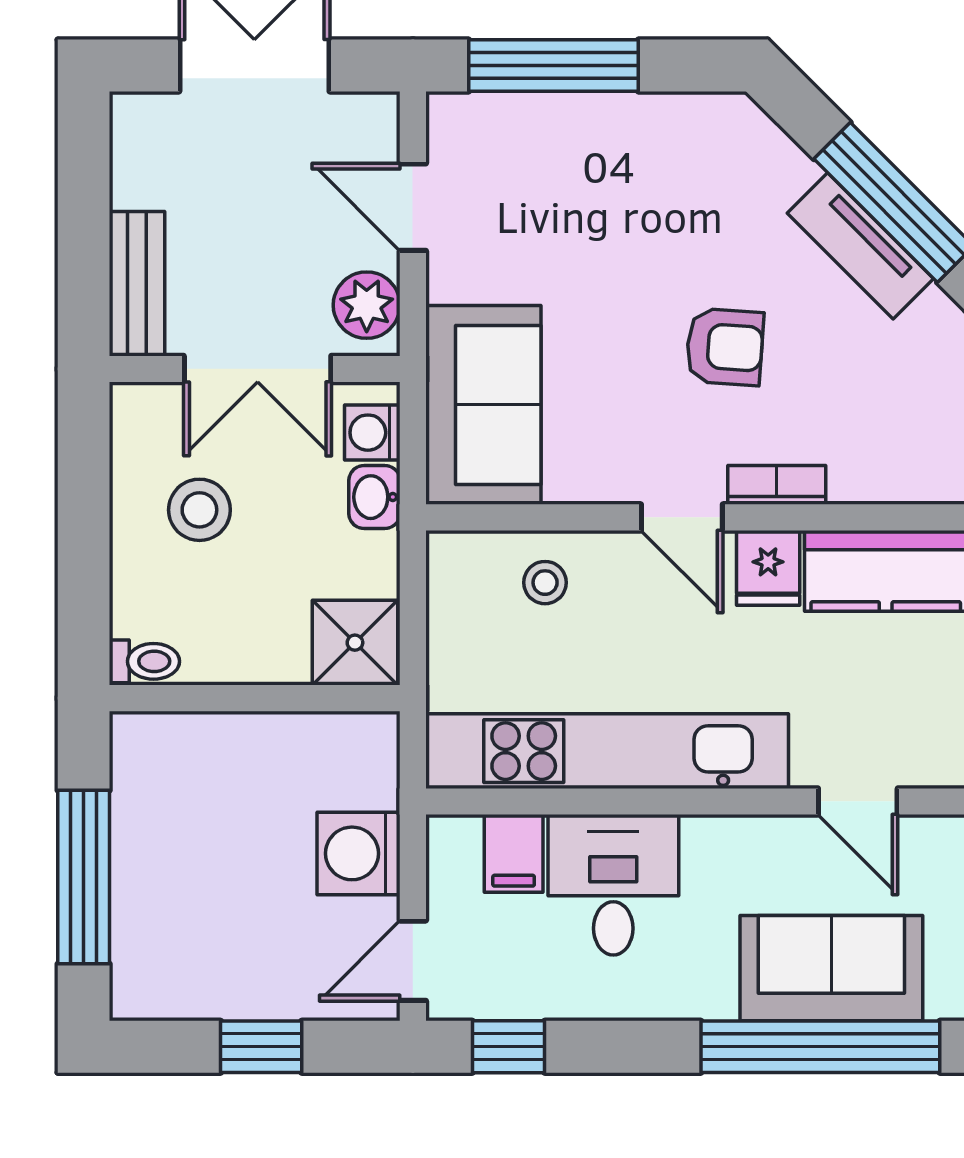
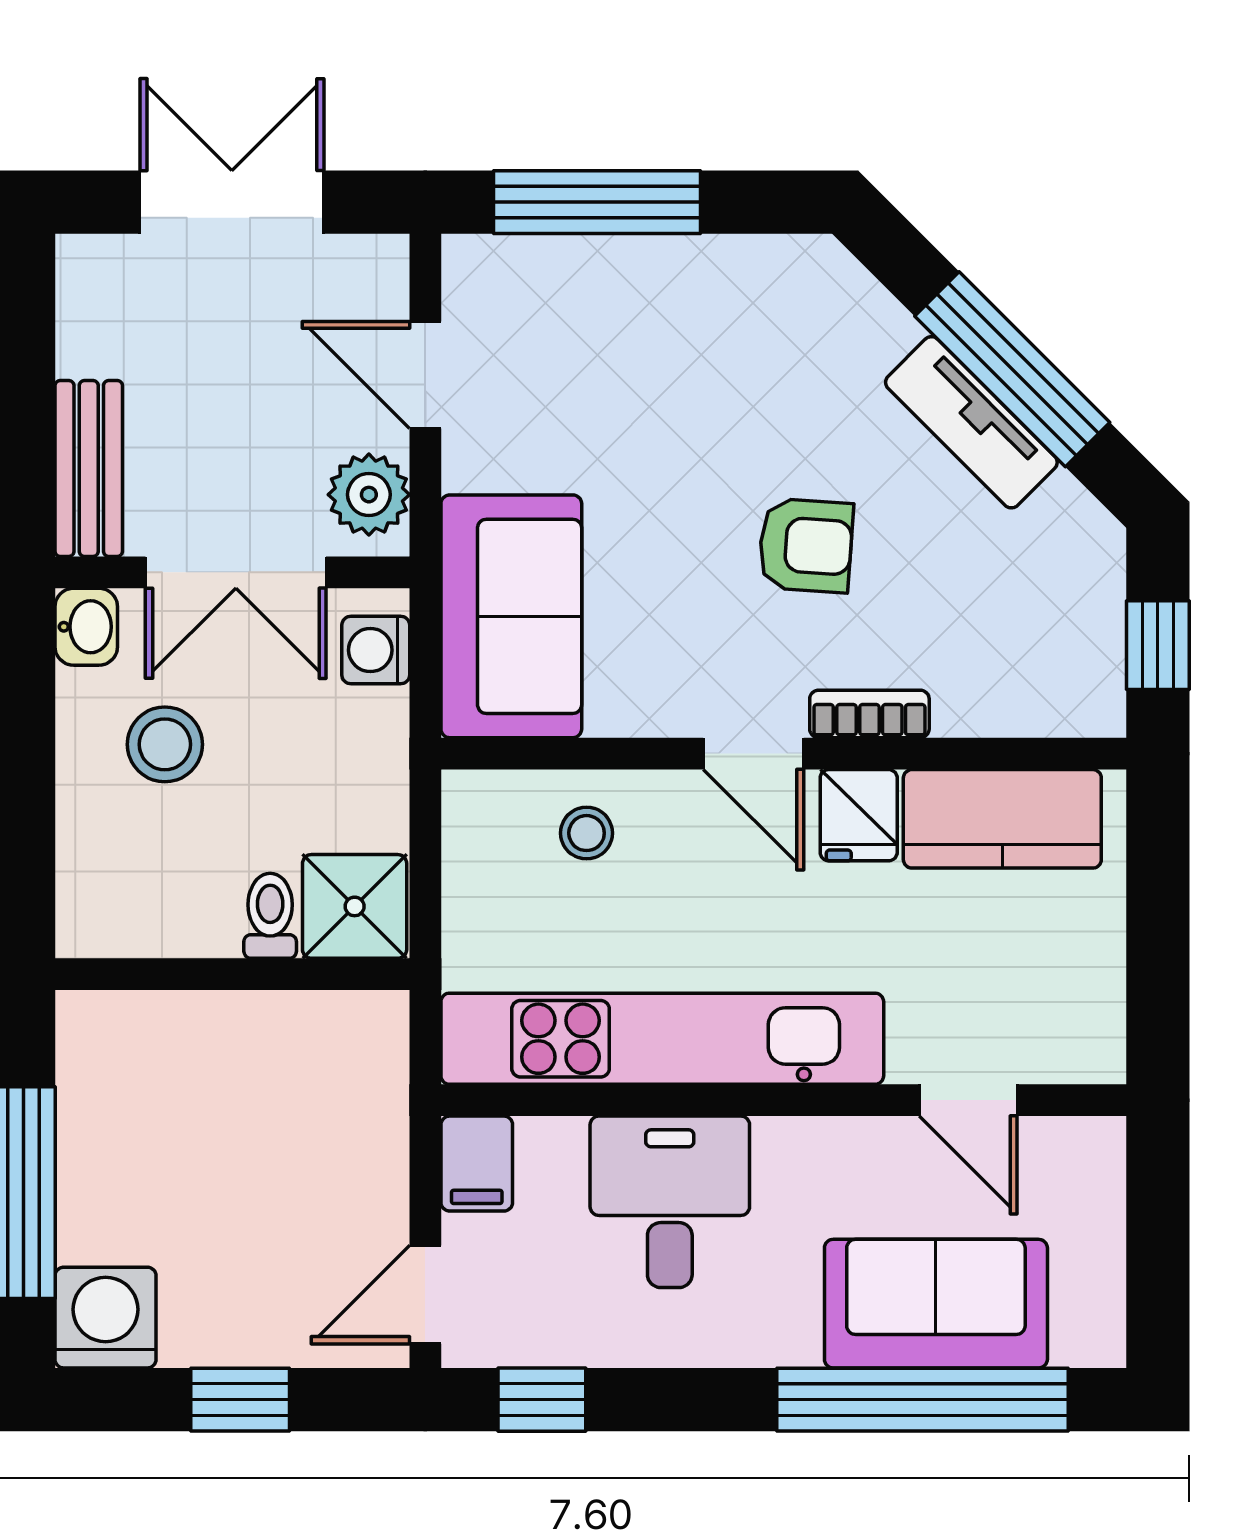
washbasin: (374, 497) -> (86, 627), moved, turned 180
toilet: (144, 661) -> (270, 916), moved, turned -90
washing machine: (359, 853) -> (106, 1318), moved, turned 90
filing cabinet: (514, 853) -> (477, 1164), moved

